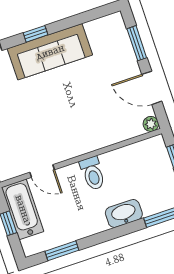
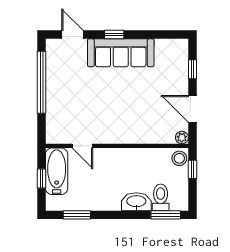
window: (137, 43) -> (192, 69), width x0.67
stool: (156, 148) -> (179, 158), added
toilet: (93, 173) -> (161, 197), moved, turned 180

